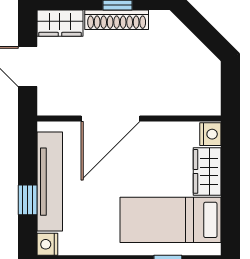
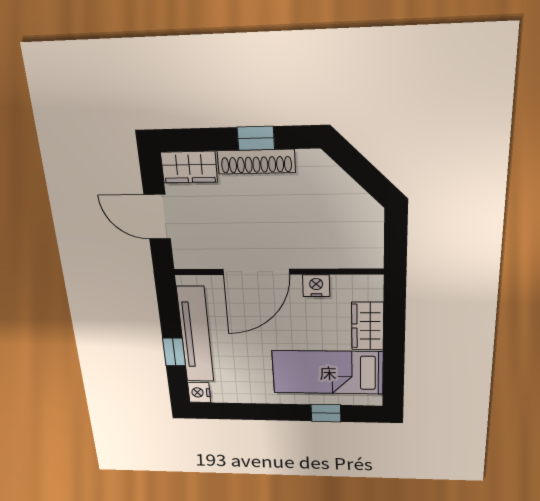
nightstand: (210, 134) -> (316, 286), moved, turned -90

